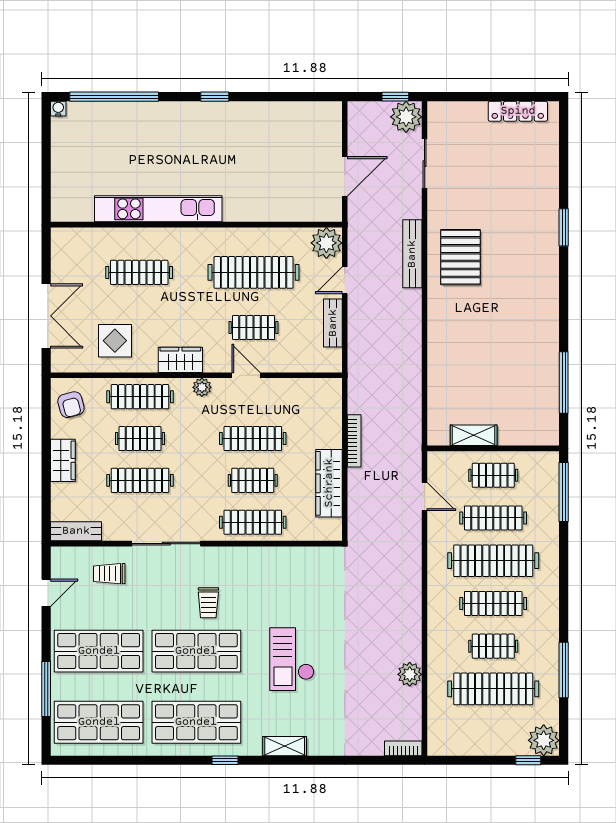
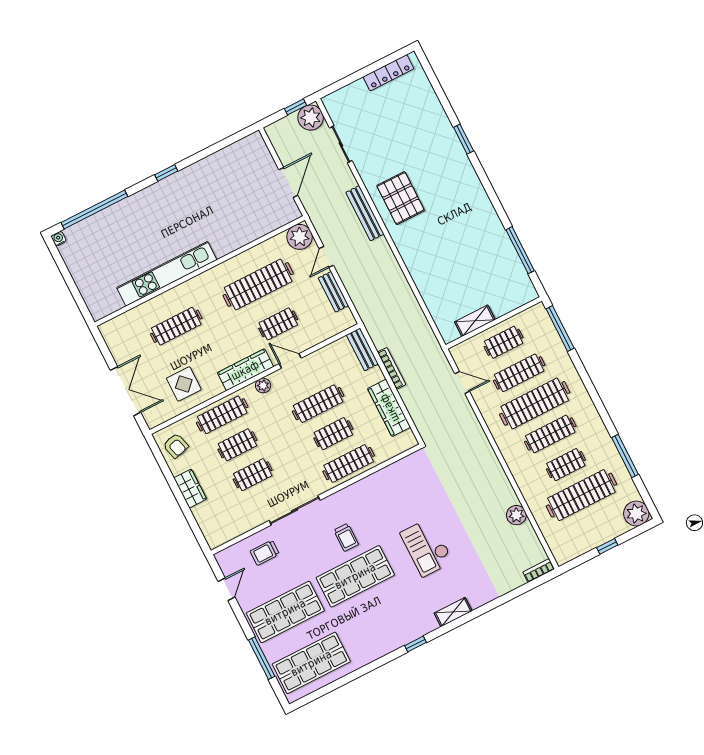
wardrobe: (180, 360) -> (245, 370), width x1.50
clothes rail: (140, 480) -> (253, 475), width x0.73
bench: (76, 531) -> (362, 349), moved, turned 90
shop shelf: (196, 722) -> (381, 627), removed
window: (528, 760) -> (607, 546), moved

